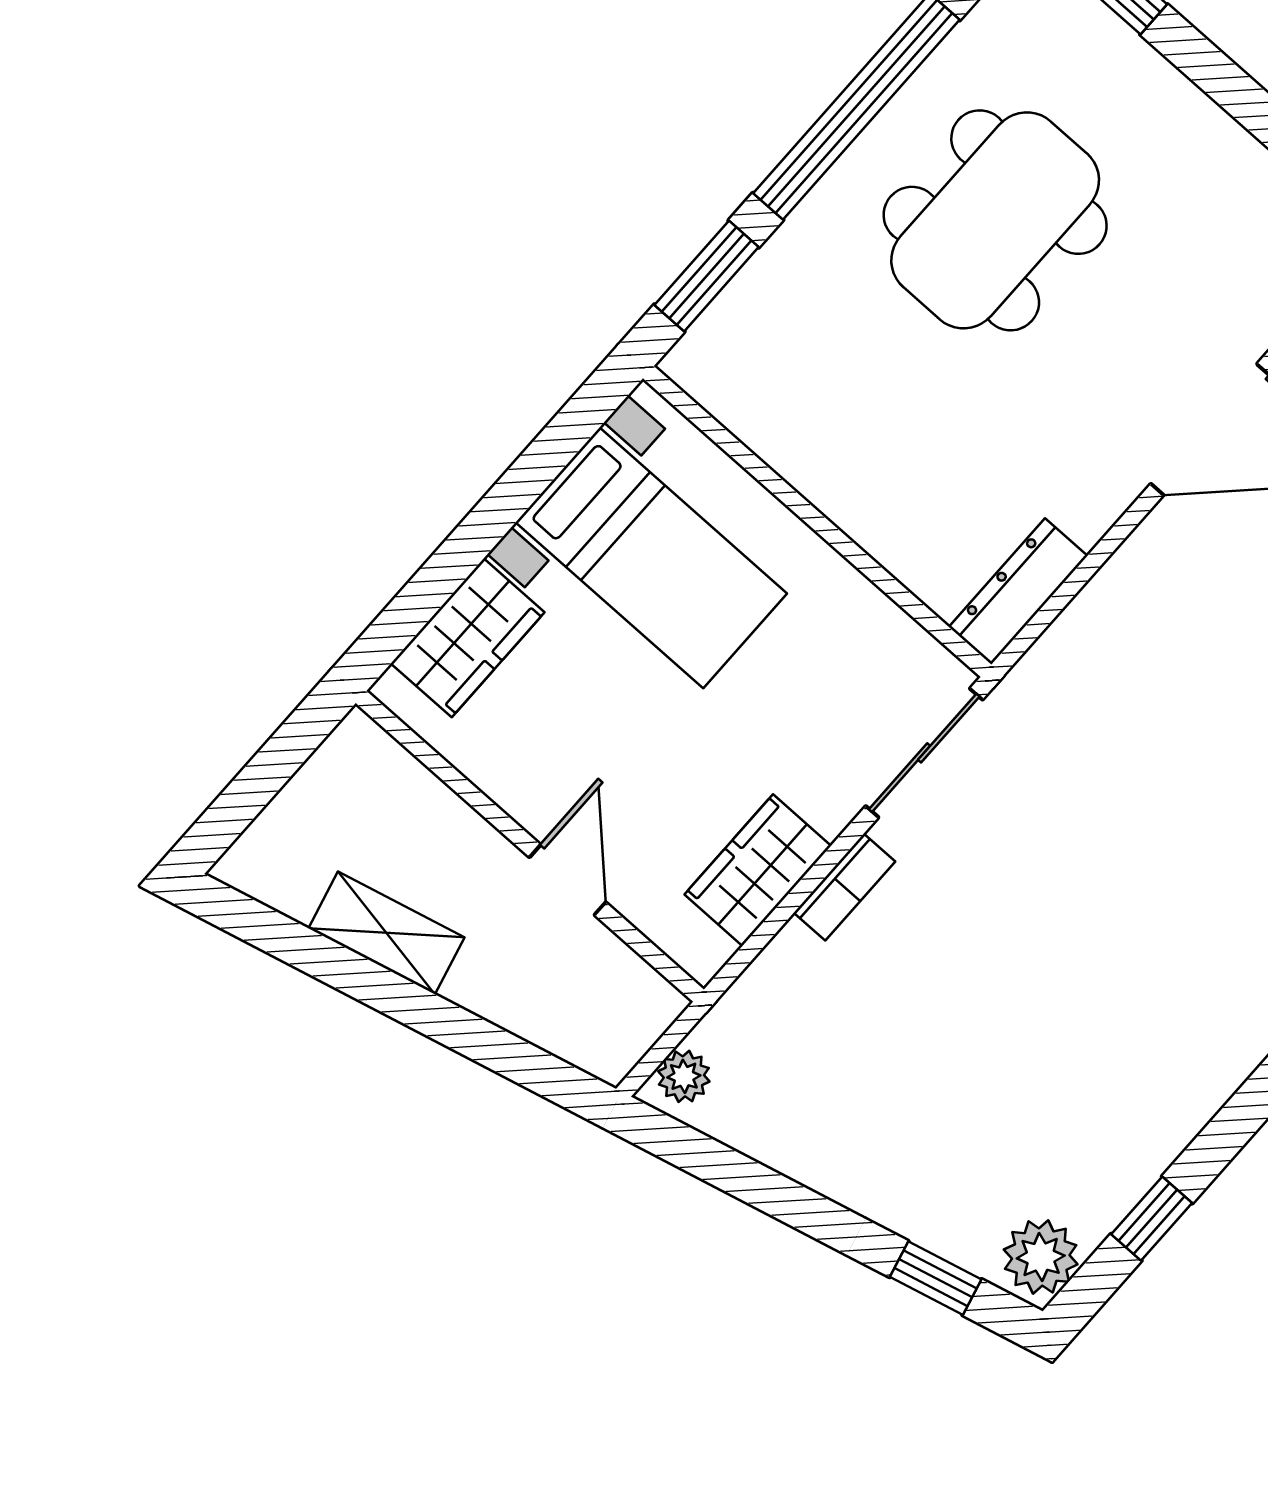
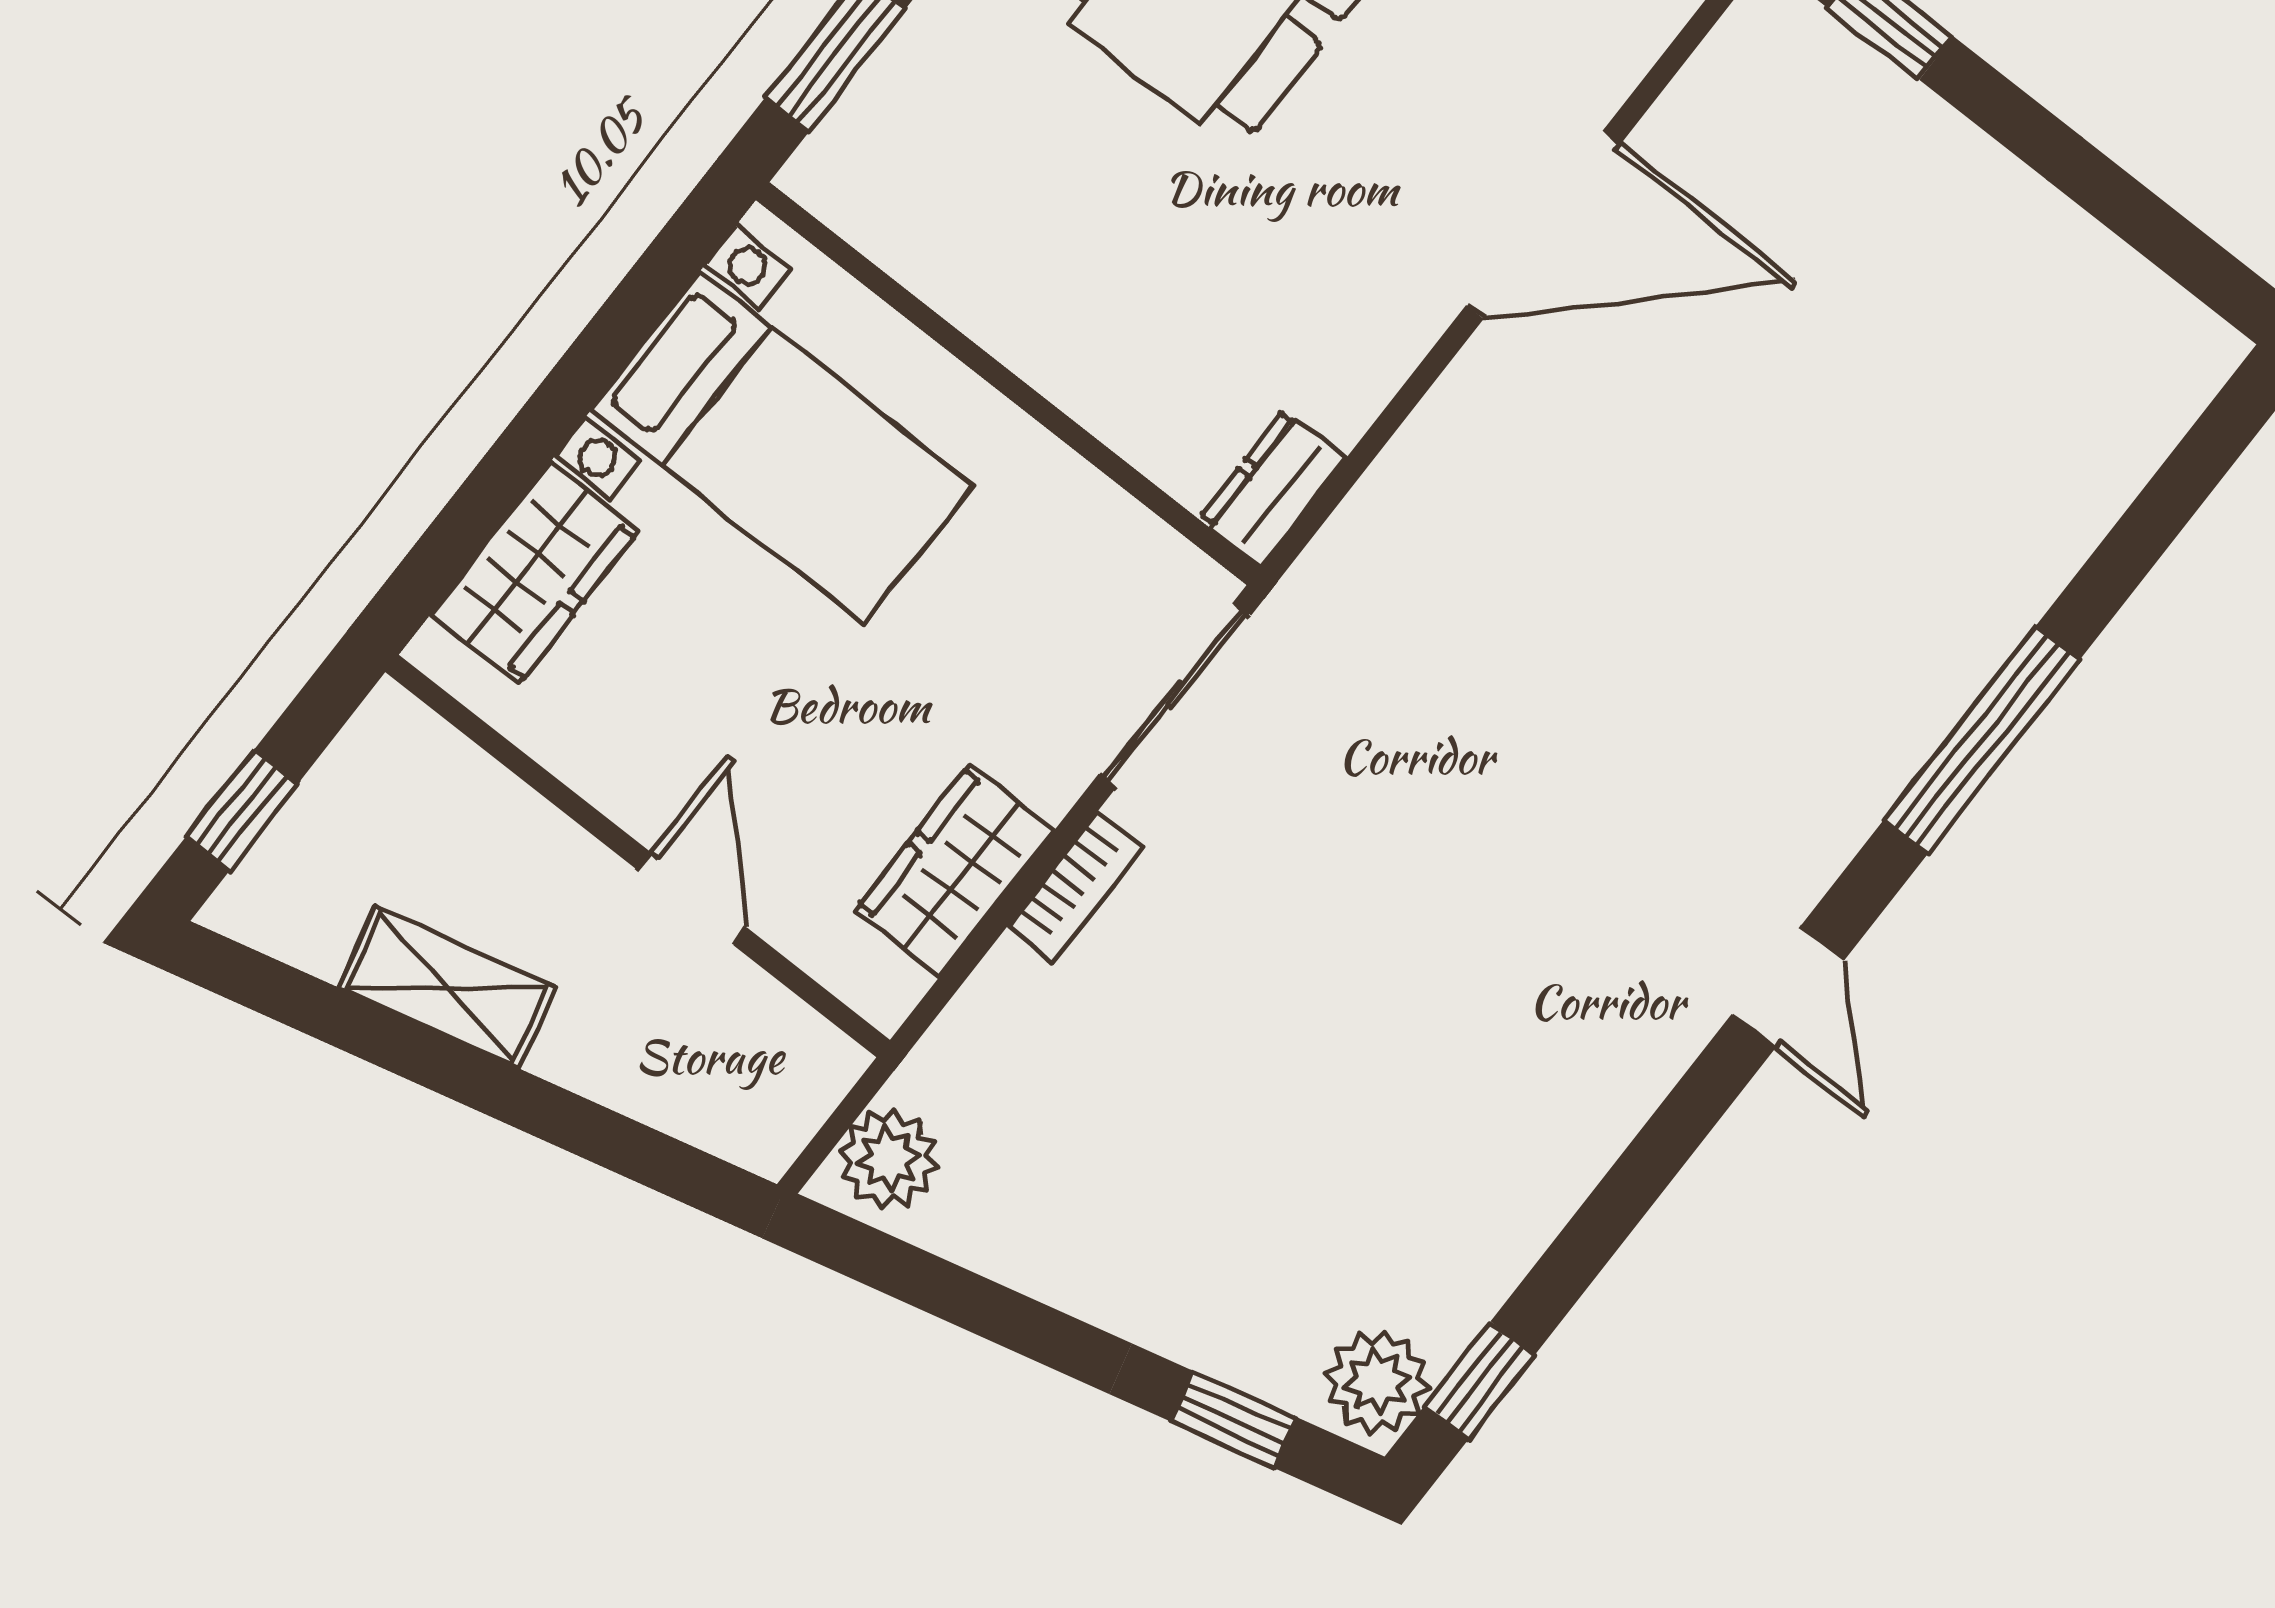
dresser: (1018, 591) -> (1273, 488), width x0.70
window: (246, 796) -> (242, 810), added
plant: (684, 1076) -> (889, 1159), width x1.38, depth x1.38
window: (1152, 1219) -> (1479, 1380), moved

